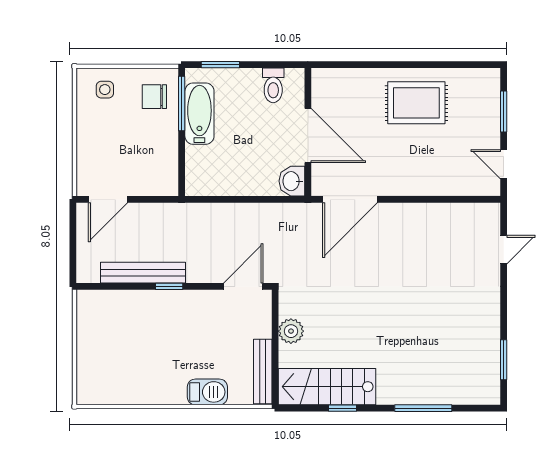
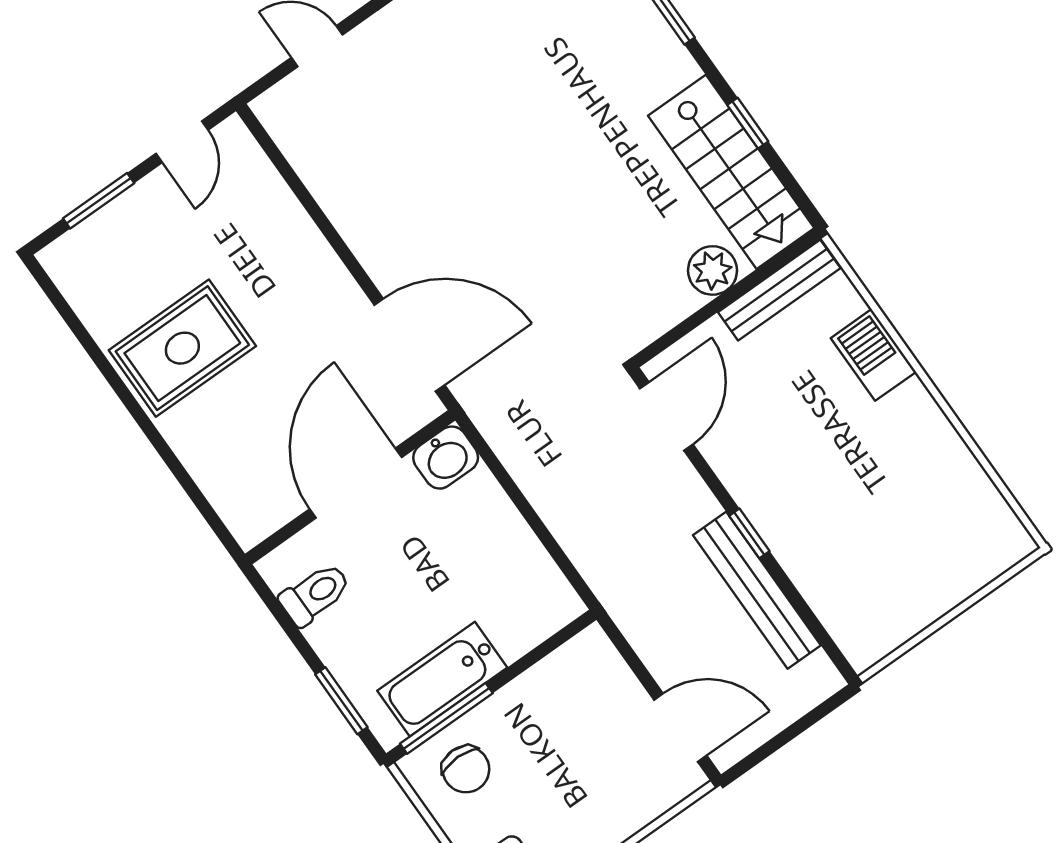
rug: (416, 103) -> (182, 348), turned 90
door: (243, 286) -> (666, 416), swing flipped
plant: (291, 331) -> (713, 270), moved

